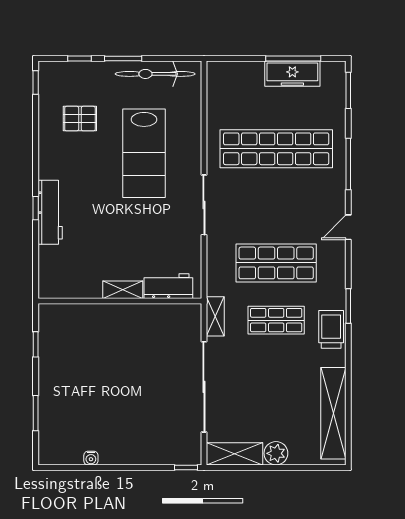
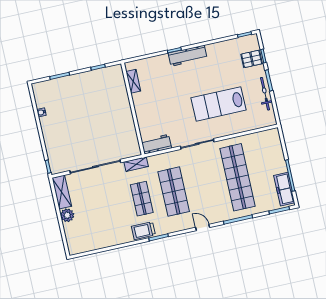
bicycle: (155, 74) -> (265, 94), width x0.73, depth x0.71
freezer: (292, 74) -> (284, 189), moved
pallet: (80, 119) -> (252, 59), moved, turned 90
workbench: (50, 212) -> (188, 56), moved
workbench: (168, 286) -> (156, 144), moved, turned -90
shelving: (123, 290) -> (133, 81), moved
trolley: (331, 329) -> (143, 231), turned 180
shelving: (333, 413) -> (97, 242), removed

